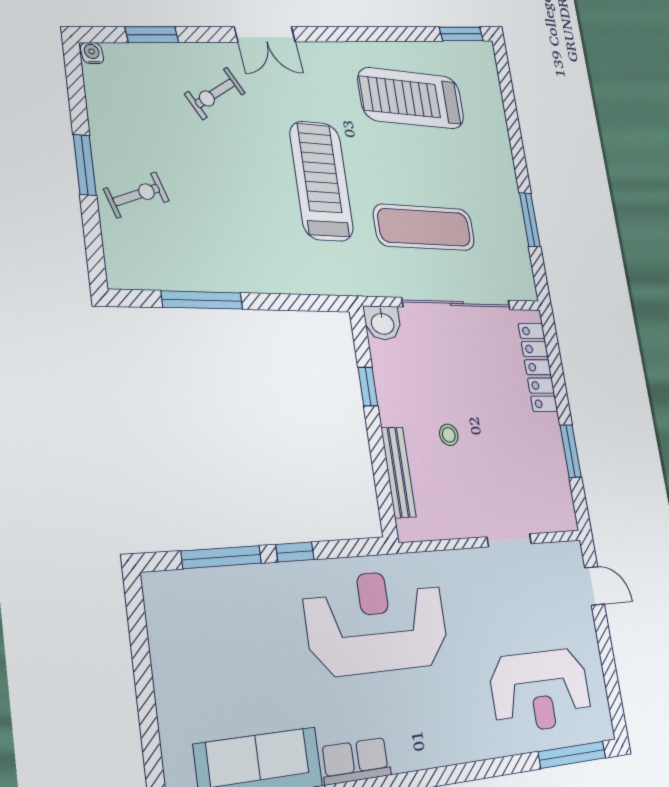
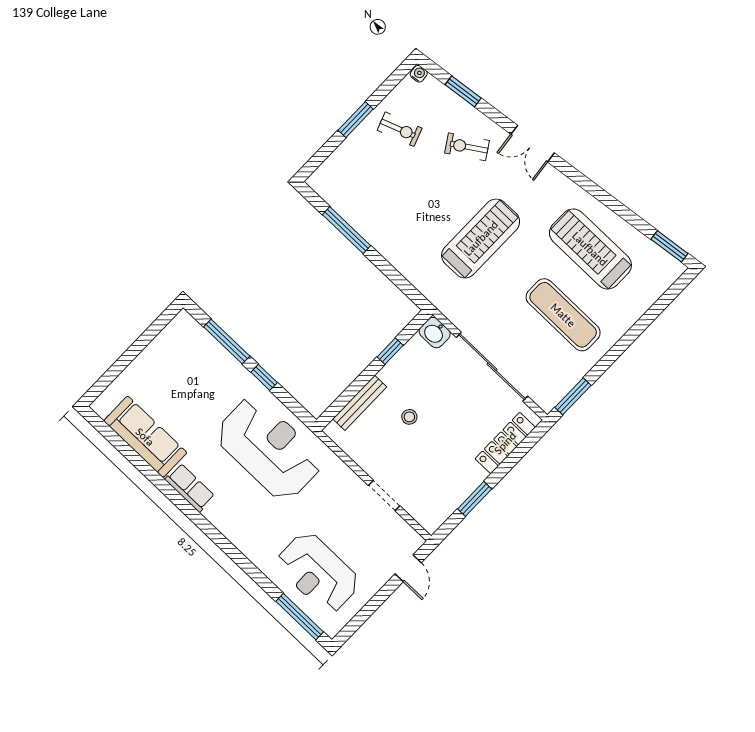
exercise bike: (136, 195) -> (400, 129), moved
window: (530, 220) -> (573, 396), moved
exercise mat: (424, 227) -> (563, 315), moved

